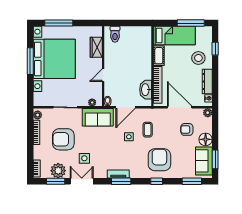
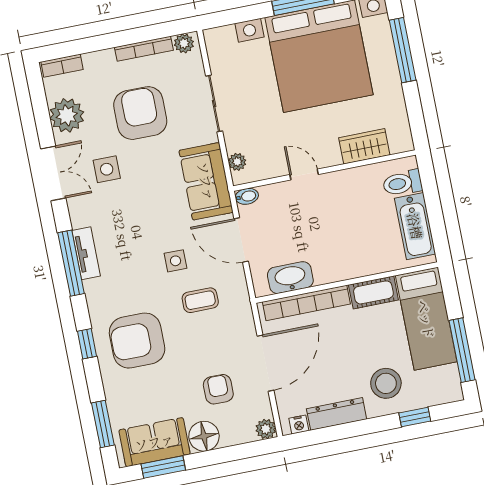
bathtub: (134, 33) -> (415, 226), added
armchair: (159, 160) -> (137, 341), turned 180
window: (56, 181) -> (42, 114), removed
window: (121, 181) -> (71, 263), width x1.44

